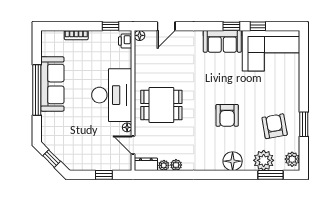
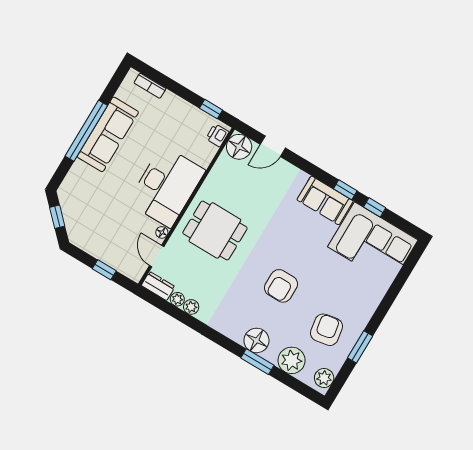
bookcase: (76, 35) -> (150, 86), moved
floor lamp: (140, 35) -> (239, 147), width x1.89, depth x1.89
window: (270, 175) -> (257, 362), moved

